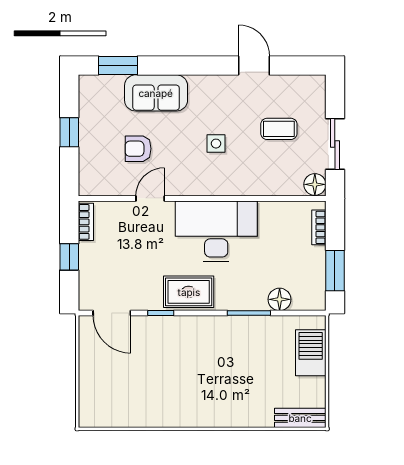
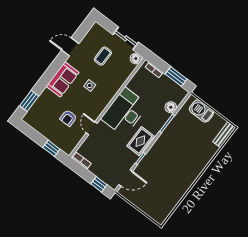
sofa: (156, 93) -> (63, 79), moved
window: (69, 132) -> (51, 148), moved
window: (69, 257) -> (99, 184), moved

